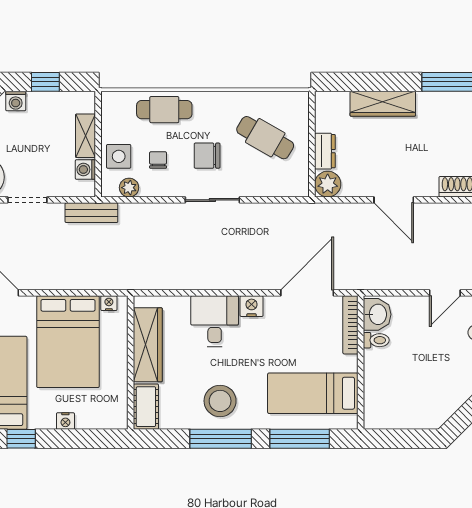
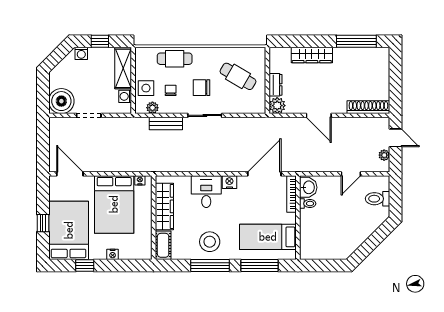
shelving: (86, 136) -> (123, 68), width x1.50, depth x1.33
bench: (91, 213) -> (166, 123), moved

